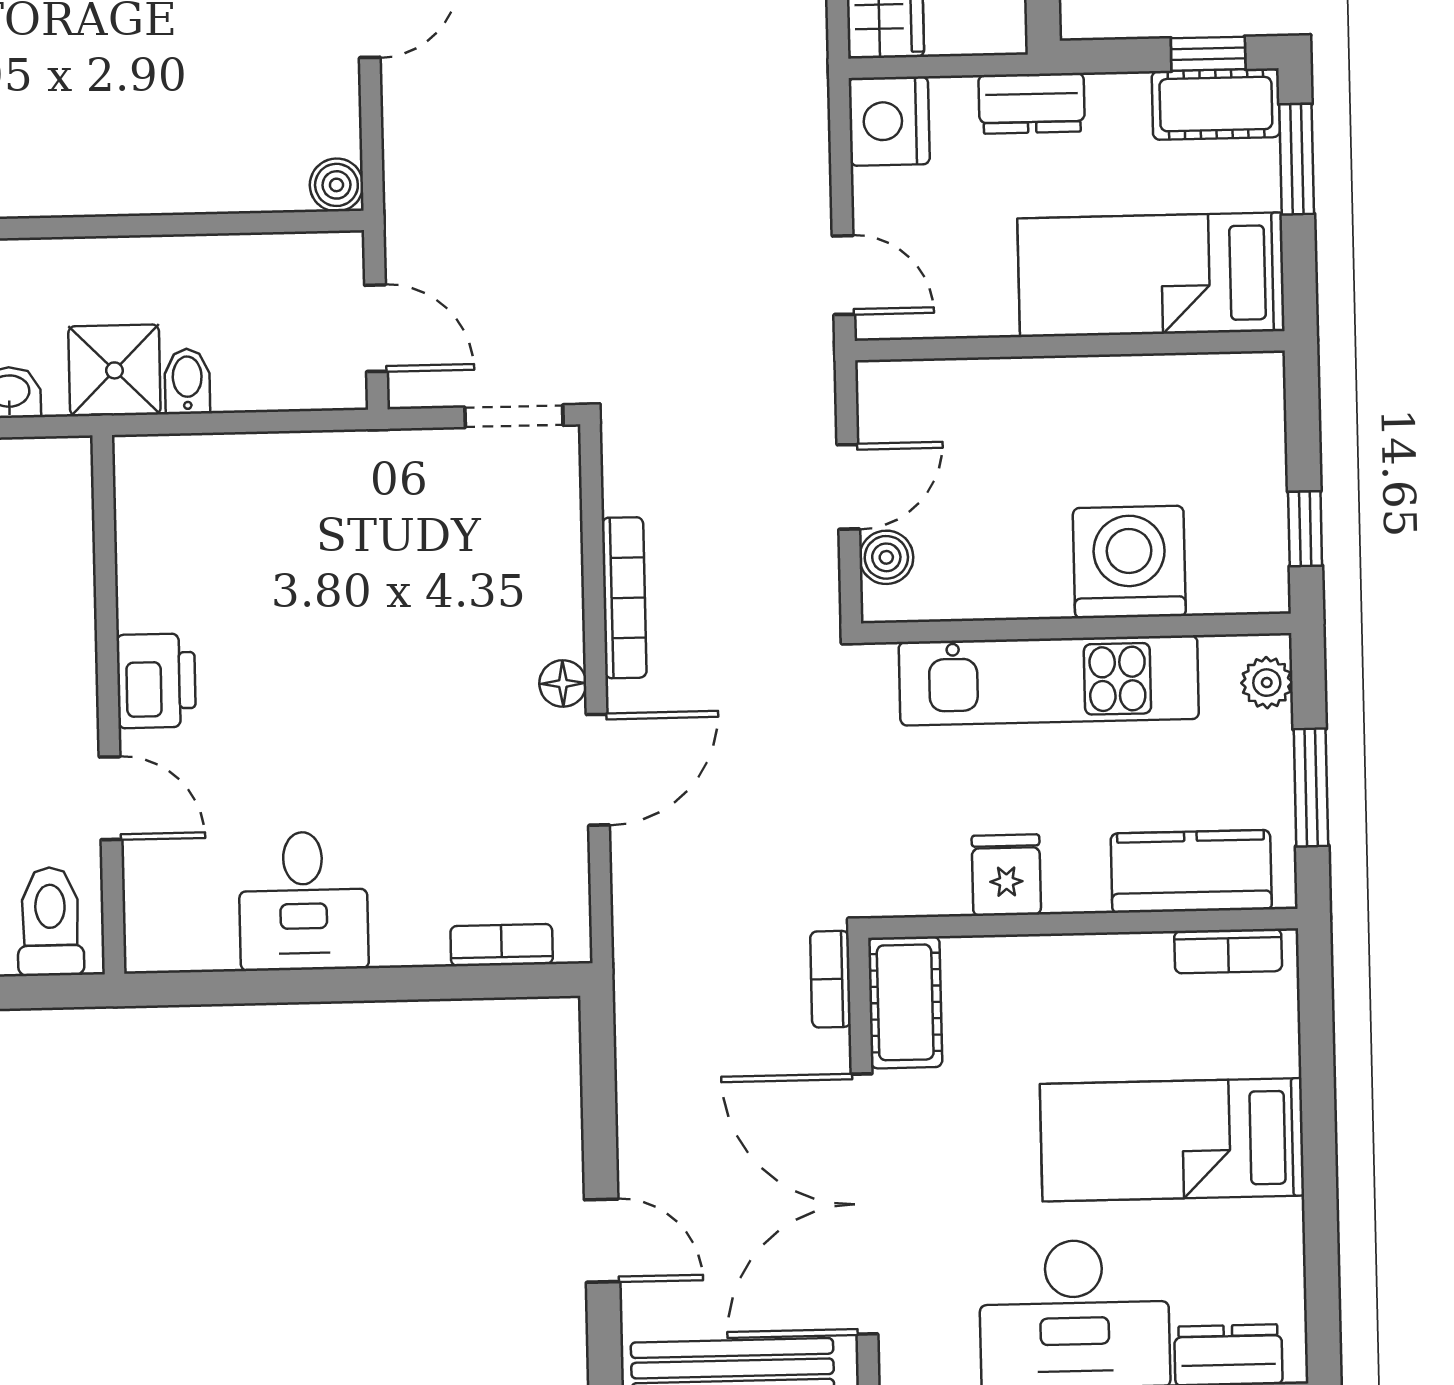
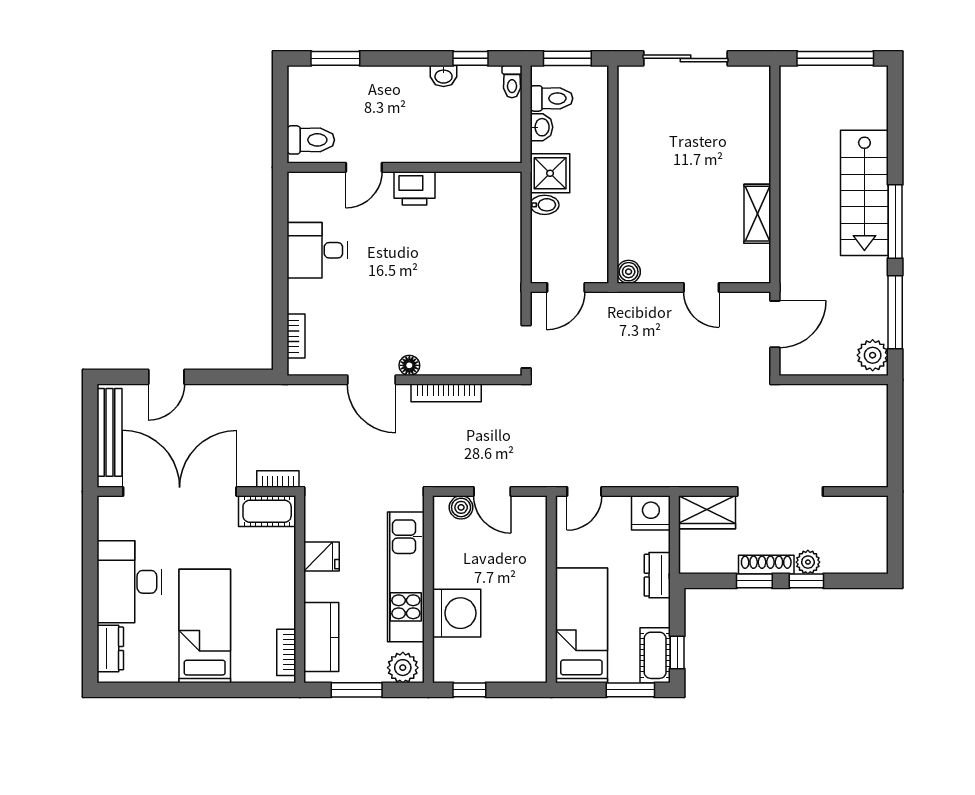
plant: (1267, 683) -> (403, 668), width x1.38, depth x1.38

